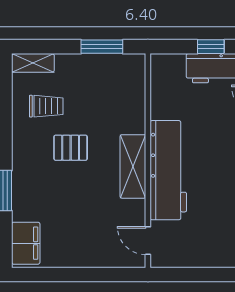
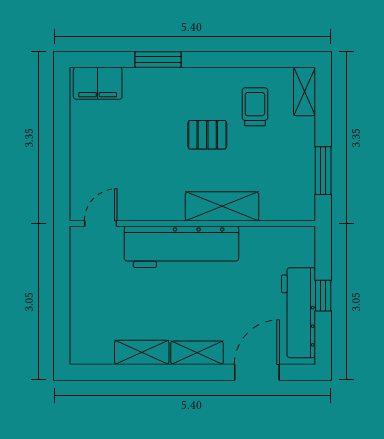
trolley: (46, 106) -> (255, 107), turned 180
pallet: (71, 148) -> (207, 135), turned 90
shelving: (133, 166) -> (222, 206), moved

